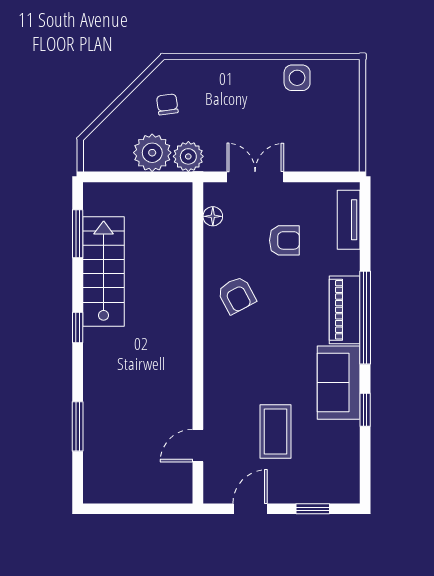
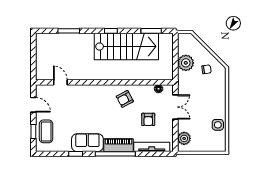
plant: (188, 156) -> (184, 138), moved
tv unit: (349, 220) -> (152, 147), width x1.41
stairs: (104, 271) -> (126, 46), width x1.36, depth x1.51
coffee table: (275, 431) -> (46, 131), moved, turned 90

